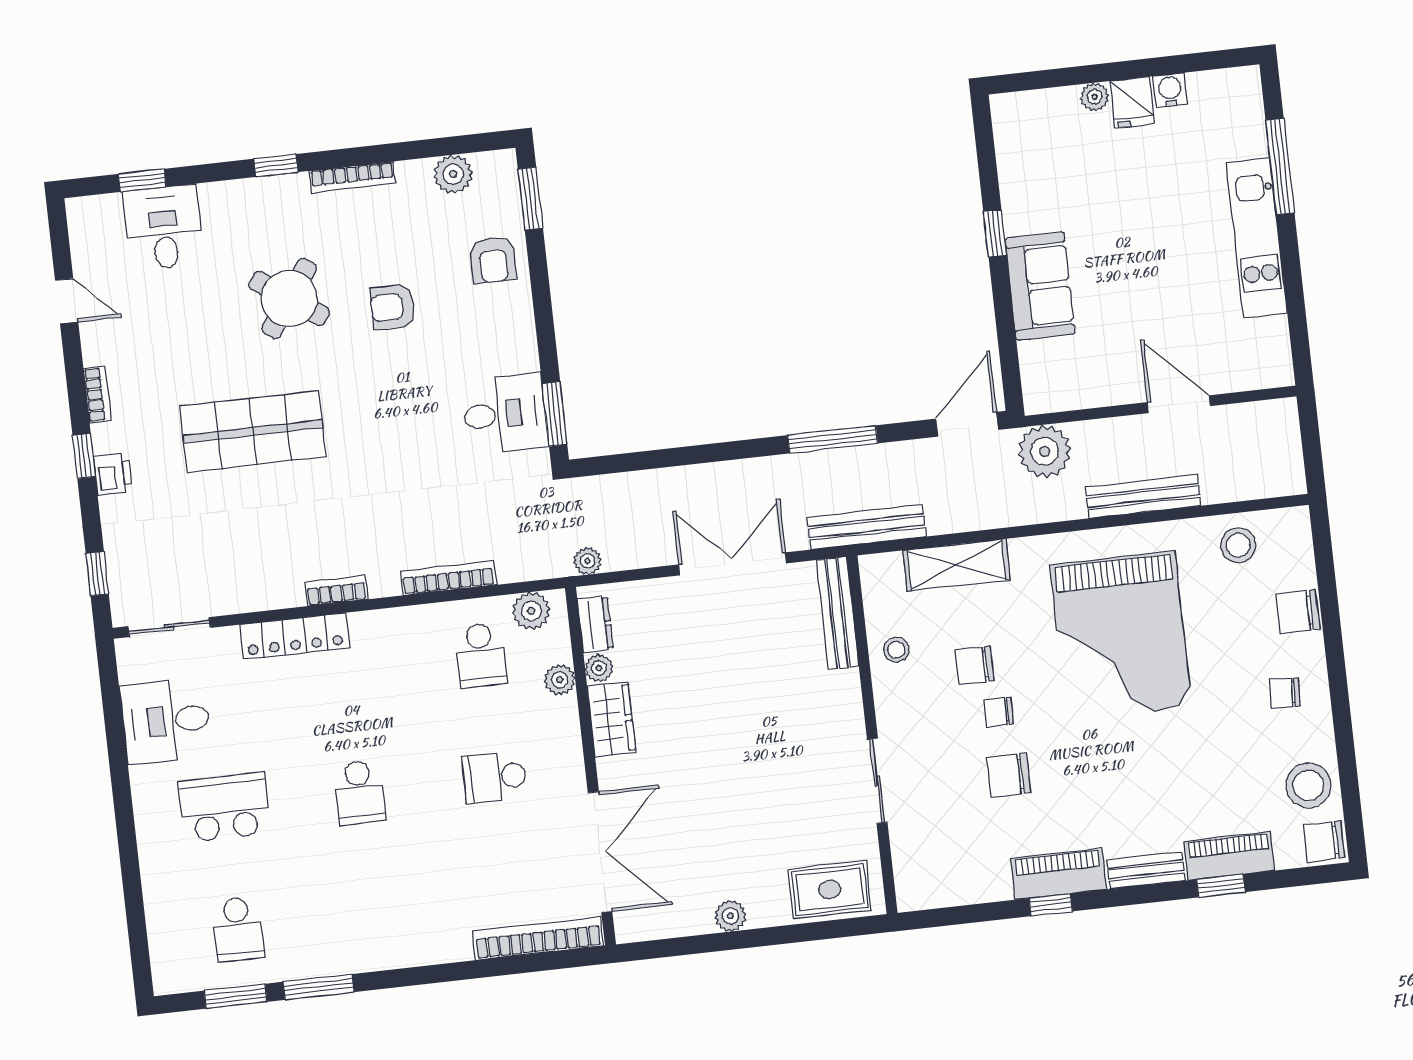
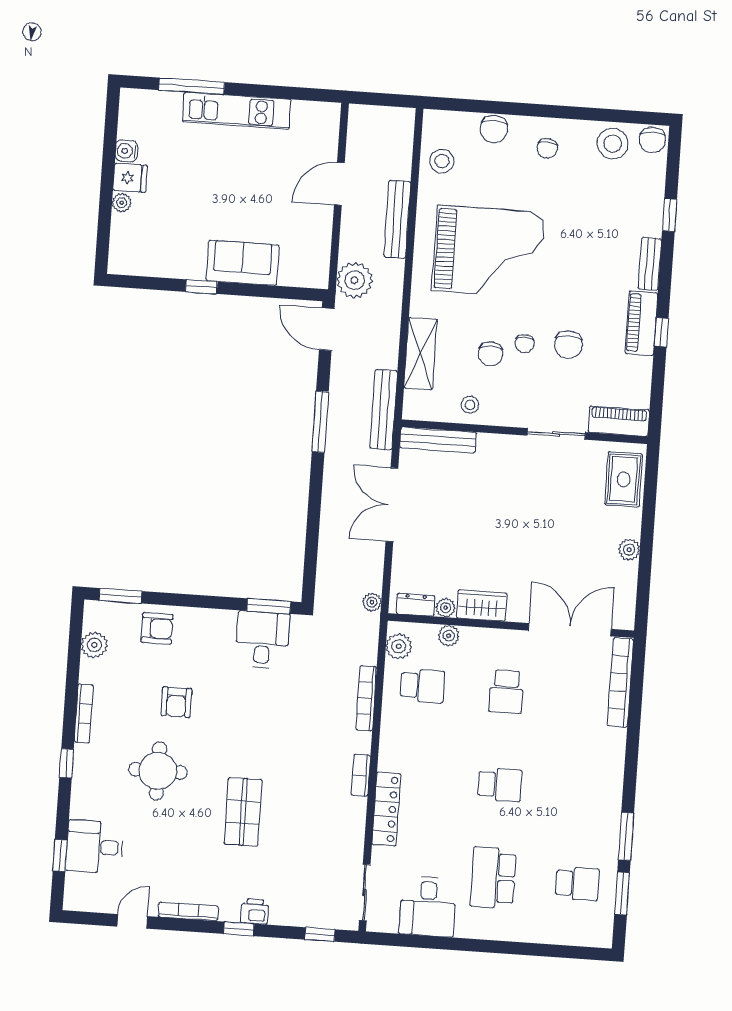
round table: (289, 299) -> (158, 771), turned -35
bookcase: (97, 394) -> (188, 911), width x1.56
shop shelf: (253, 431) -> (243, 812), width x0.70, depth x0.74
piano: (1229, 856) -> (619, 421), moved, turned 90

